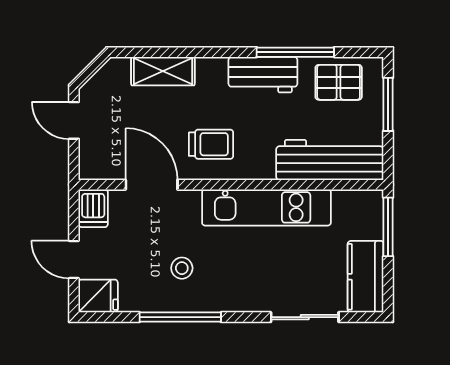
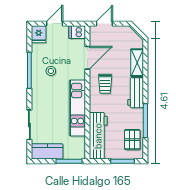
workbench: (263, 75) -> (136, 93), moved
door: (74, 120) -> (104, 24), moved

